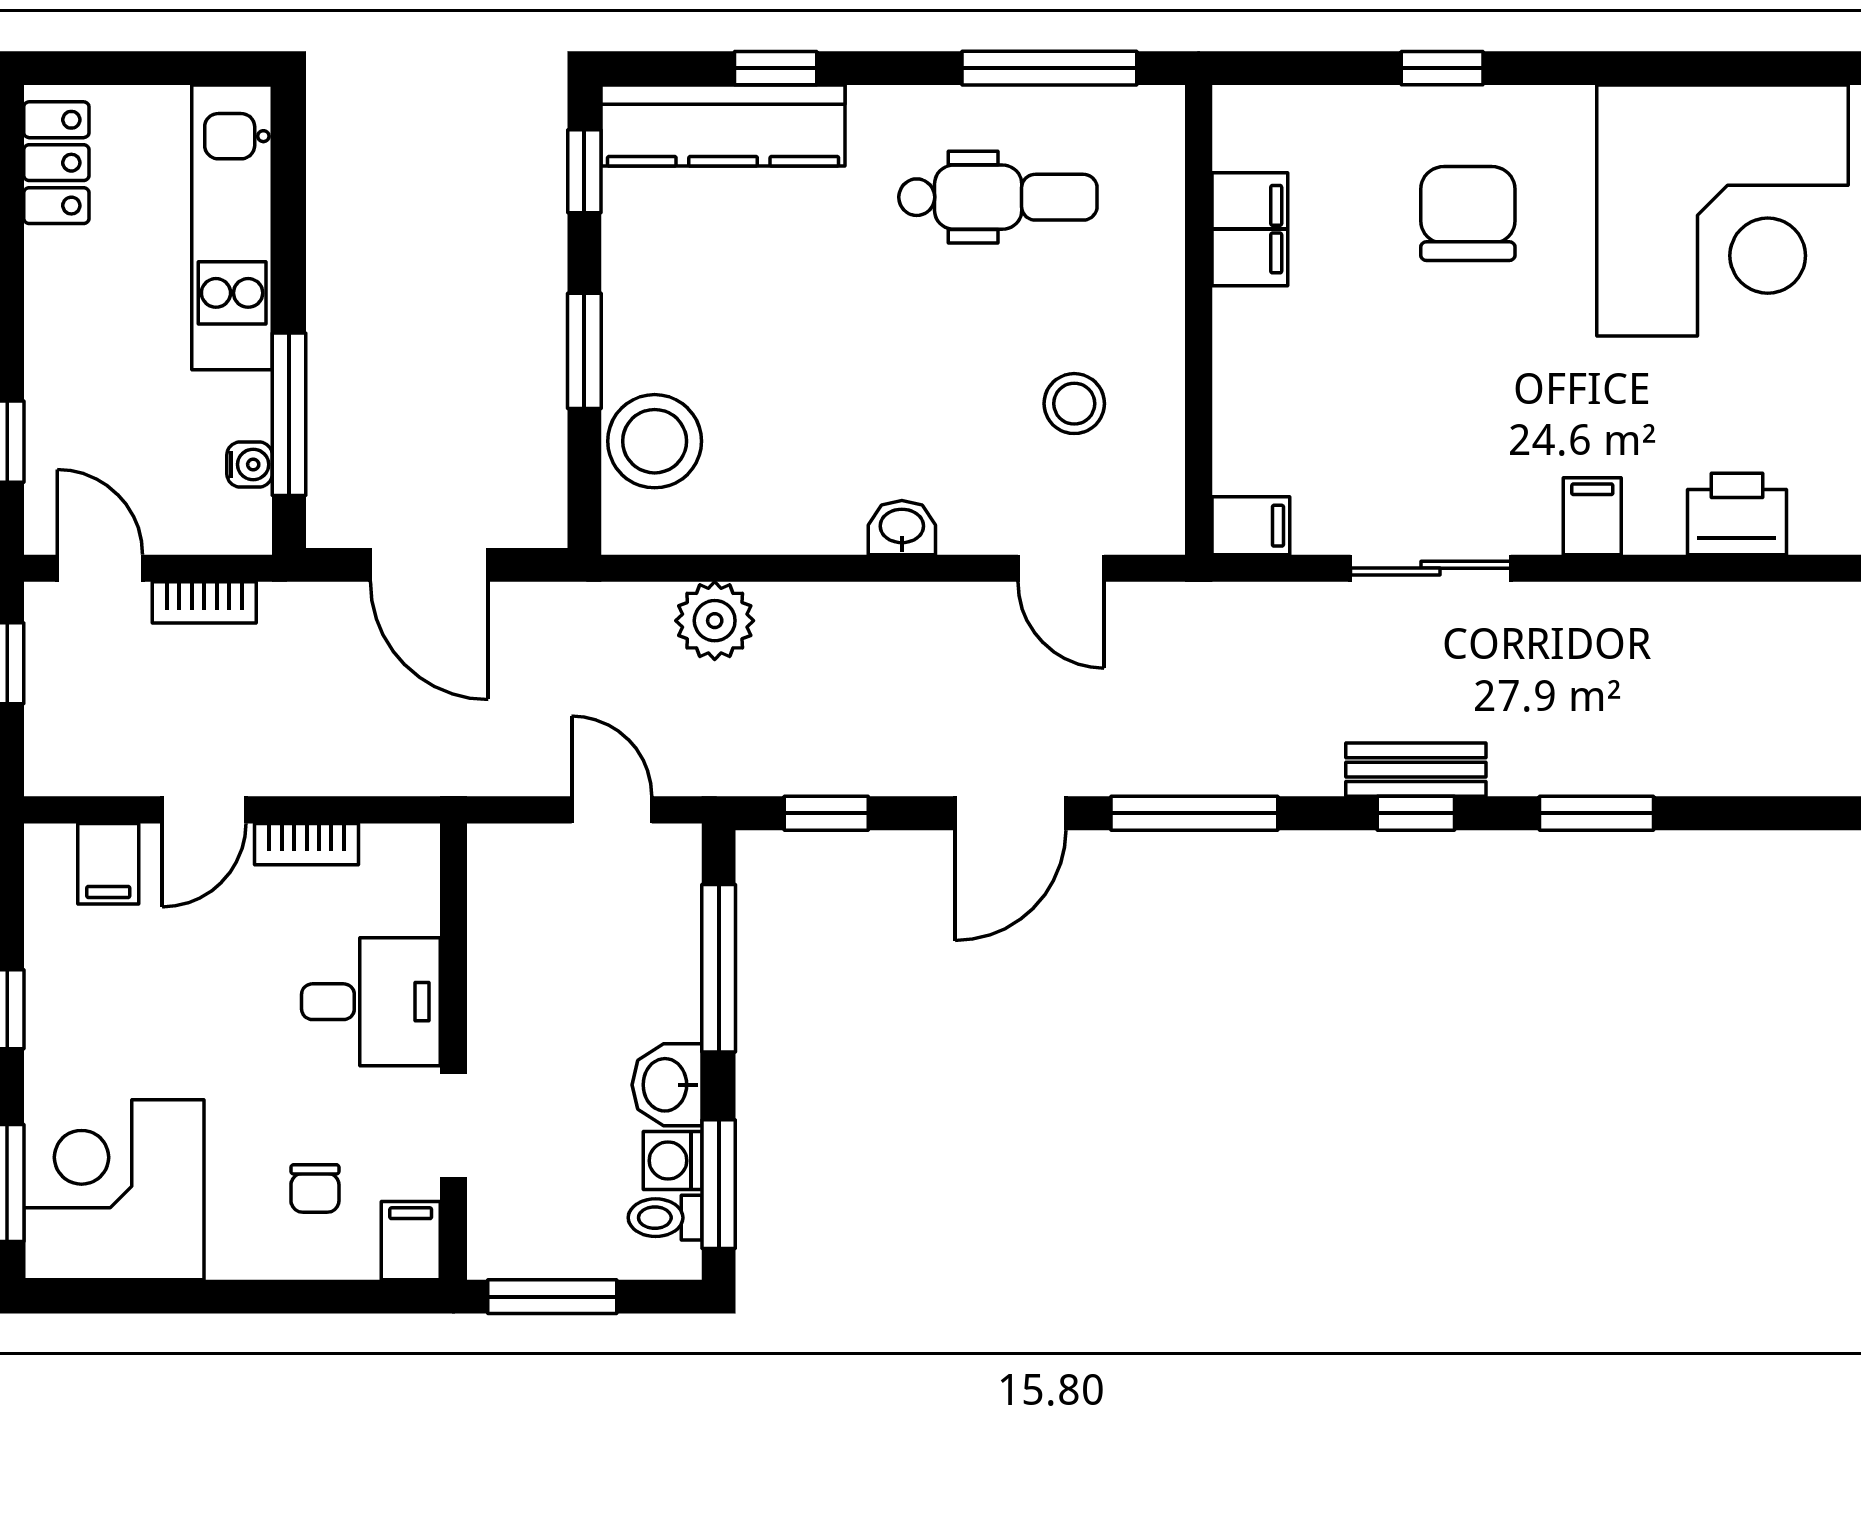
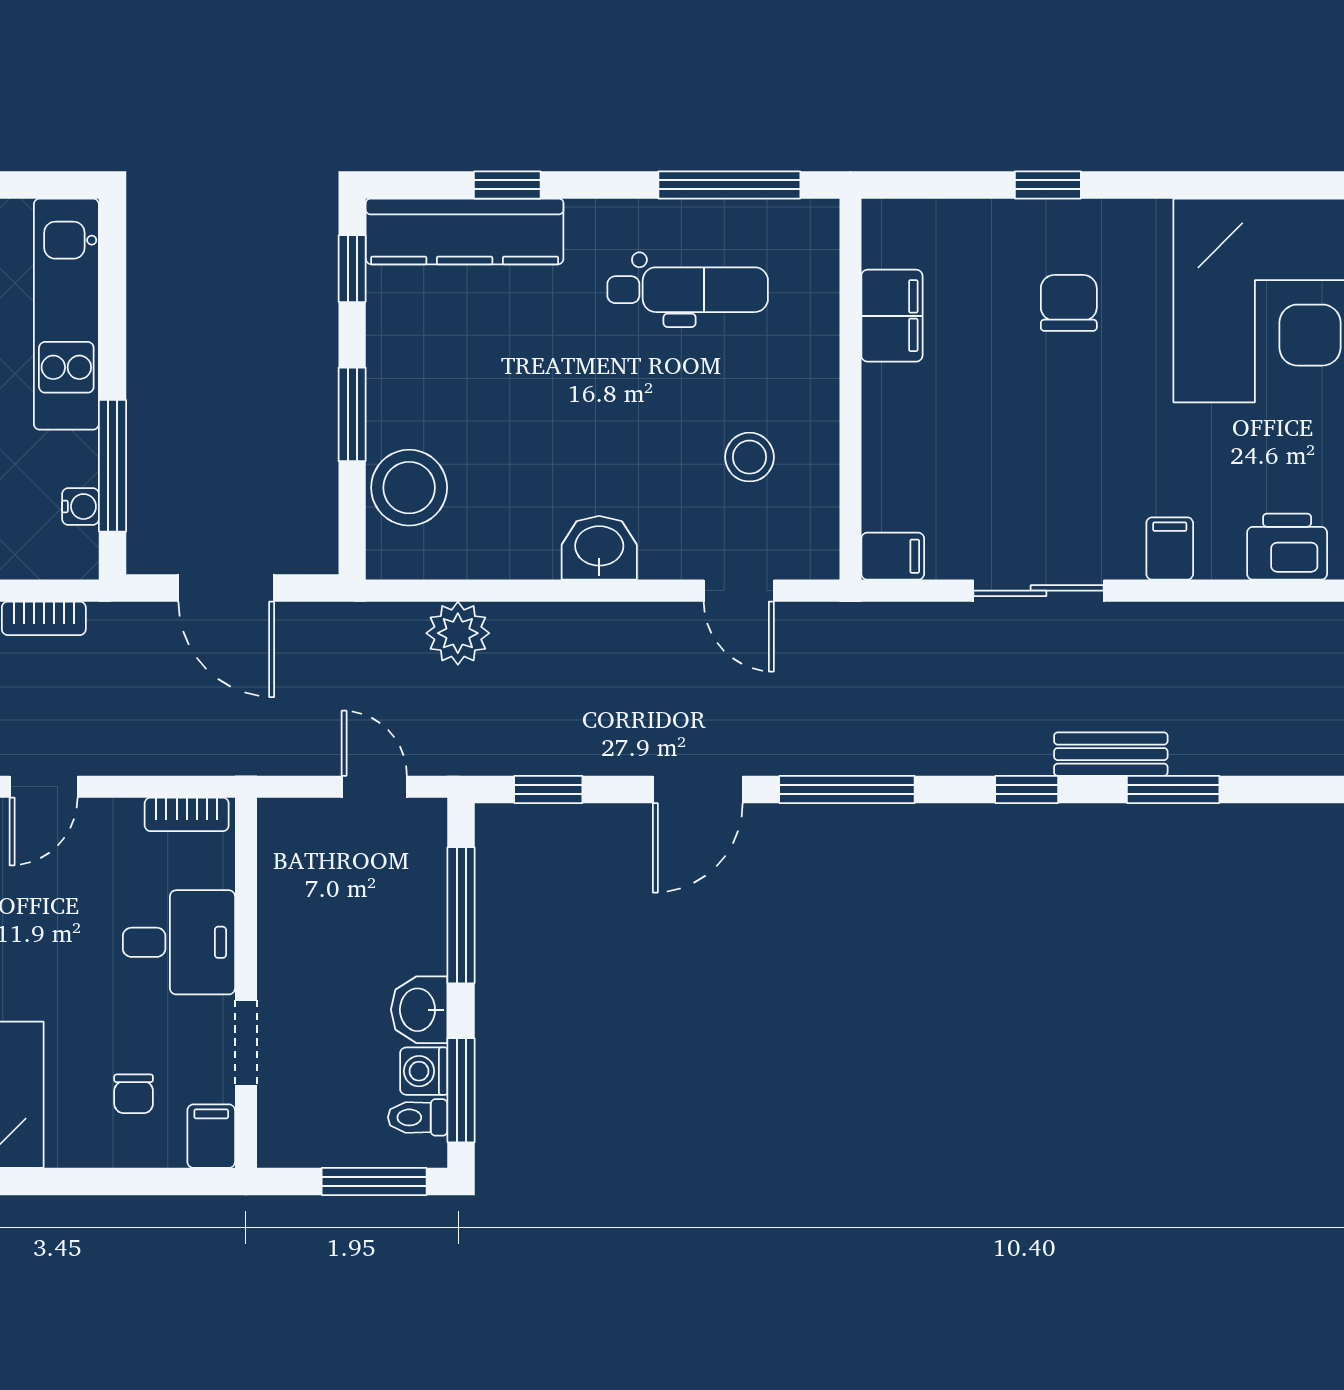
chair: (1468, 213) -> (1069, 303), width x0.73, depth x0.73
washbasin: (902, 528) -> (599, 548), width x1.38, depth x1.45
bench: (1416, 770) -> (1111, 754), moved
bookcase: (307, 844) -> (187, 814), moved
window: (552, 1297) -> (374, 1181), moved

